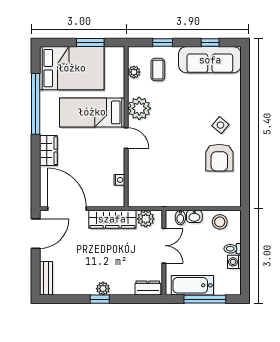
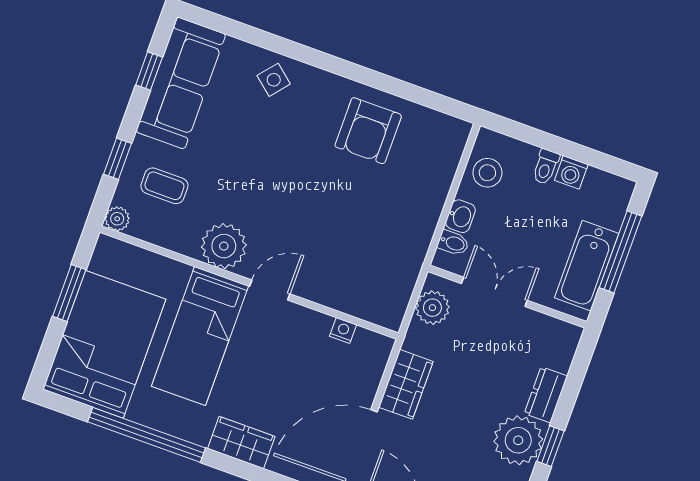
plant: (134, 72) -> (117, 219), moved
side table: (220, 125) -> (274, 80), moved
armchair: (219, 158) -> (368, 131), turned 90
wardrobe: (112, 219) -> (406, 384), width x0.67
dresser: (148, 288) -> (546, 395), moved
plant: (103, 289) -> (518, 440), width x1.87, depth x1.87

